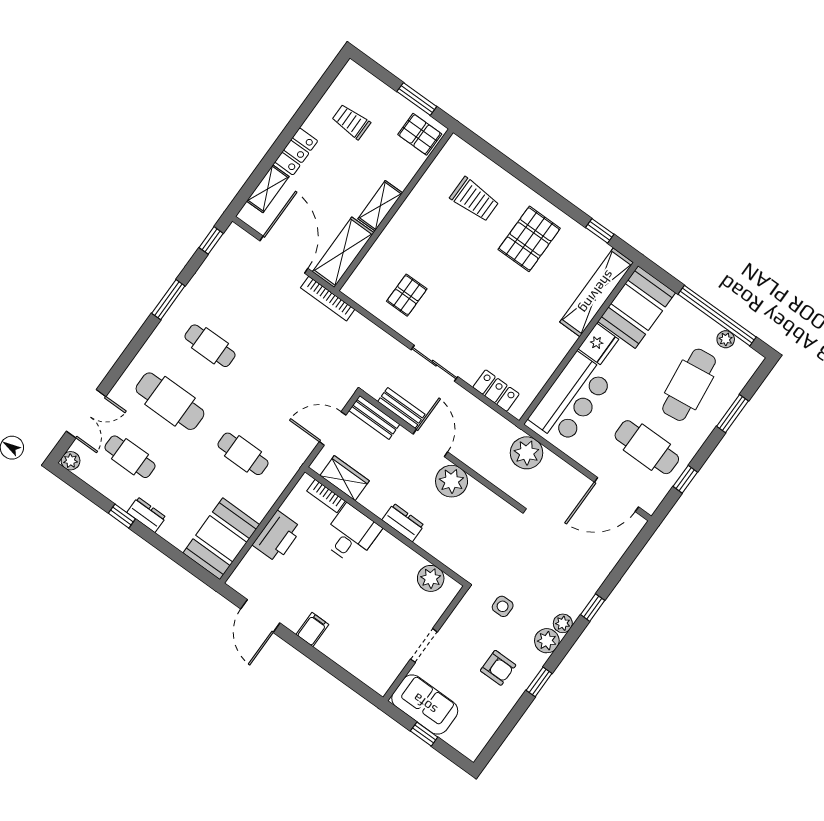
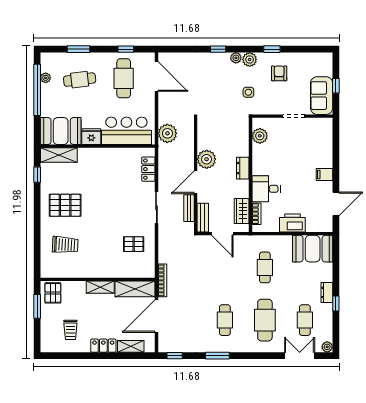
trolley: (474, 199) -> (65, 245), turned 93
shelving: (597, 292) -> (59, 155), width x0.68
cafe table: (689, 385) -> (80, 80), width x0.73, depth x0.74

